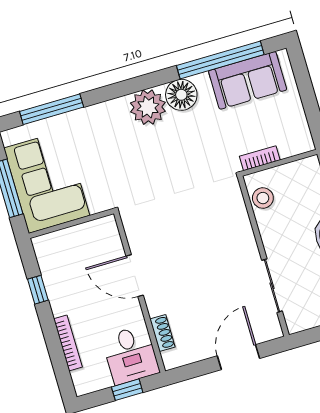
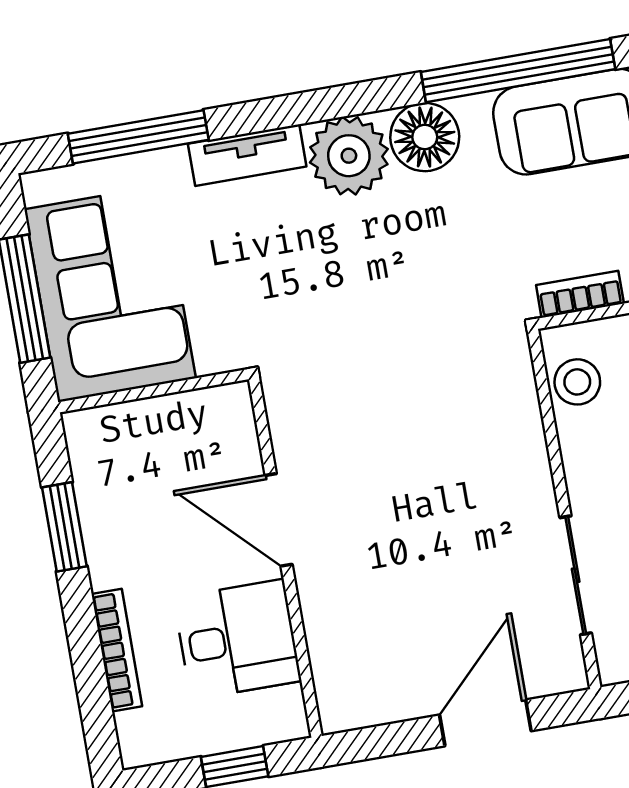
tv unit: (102, 112) -> (247, 155), added
window: (38, 290) -> (64, 527), width x1.50
shoe rack: (162, 333) -> (325, 652), removed
desk: (131, 355) -> (237, 639), moved, turned -90

